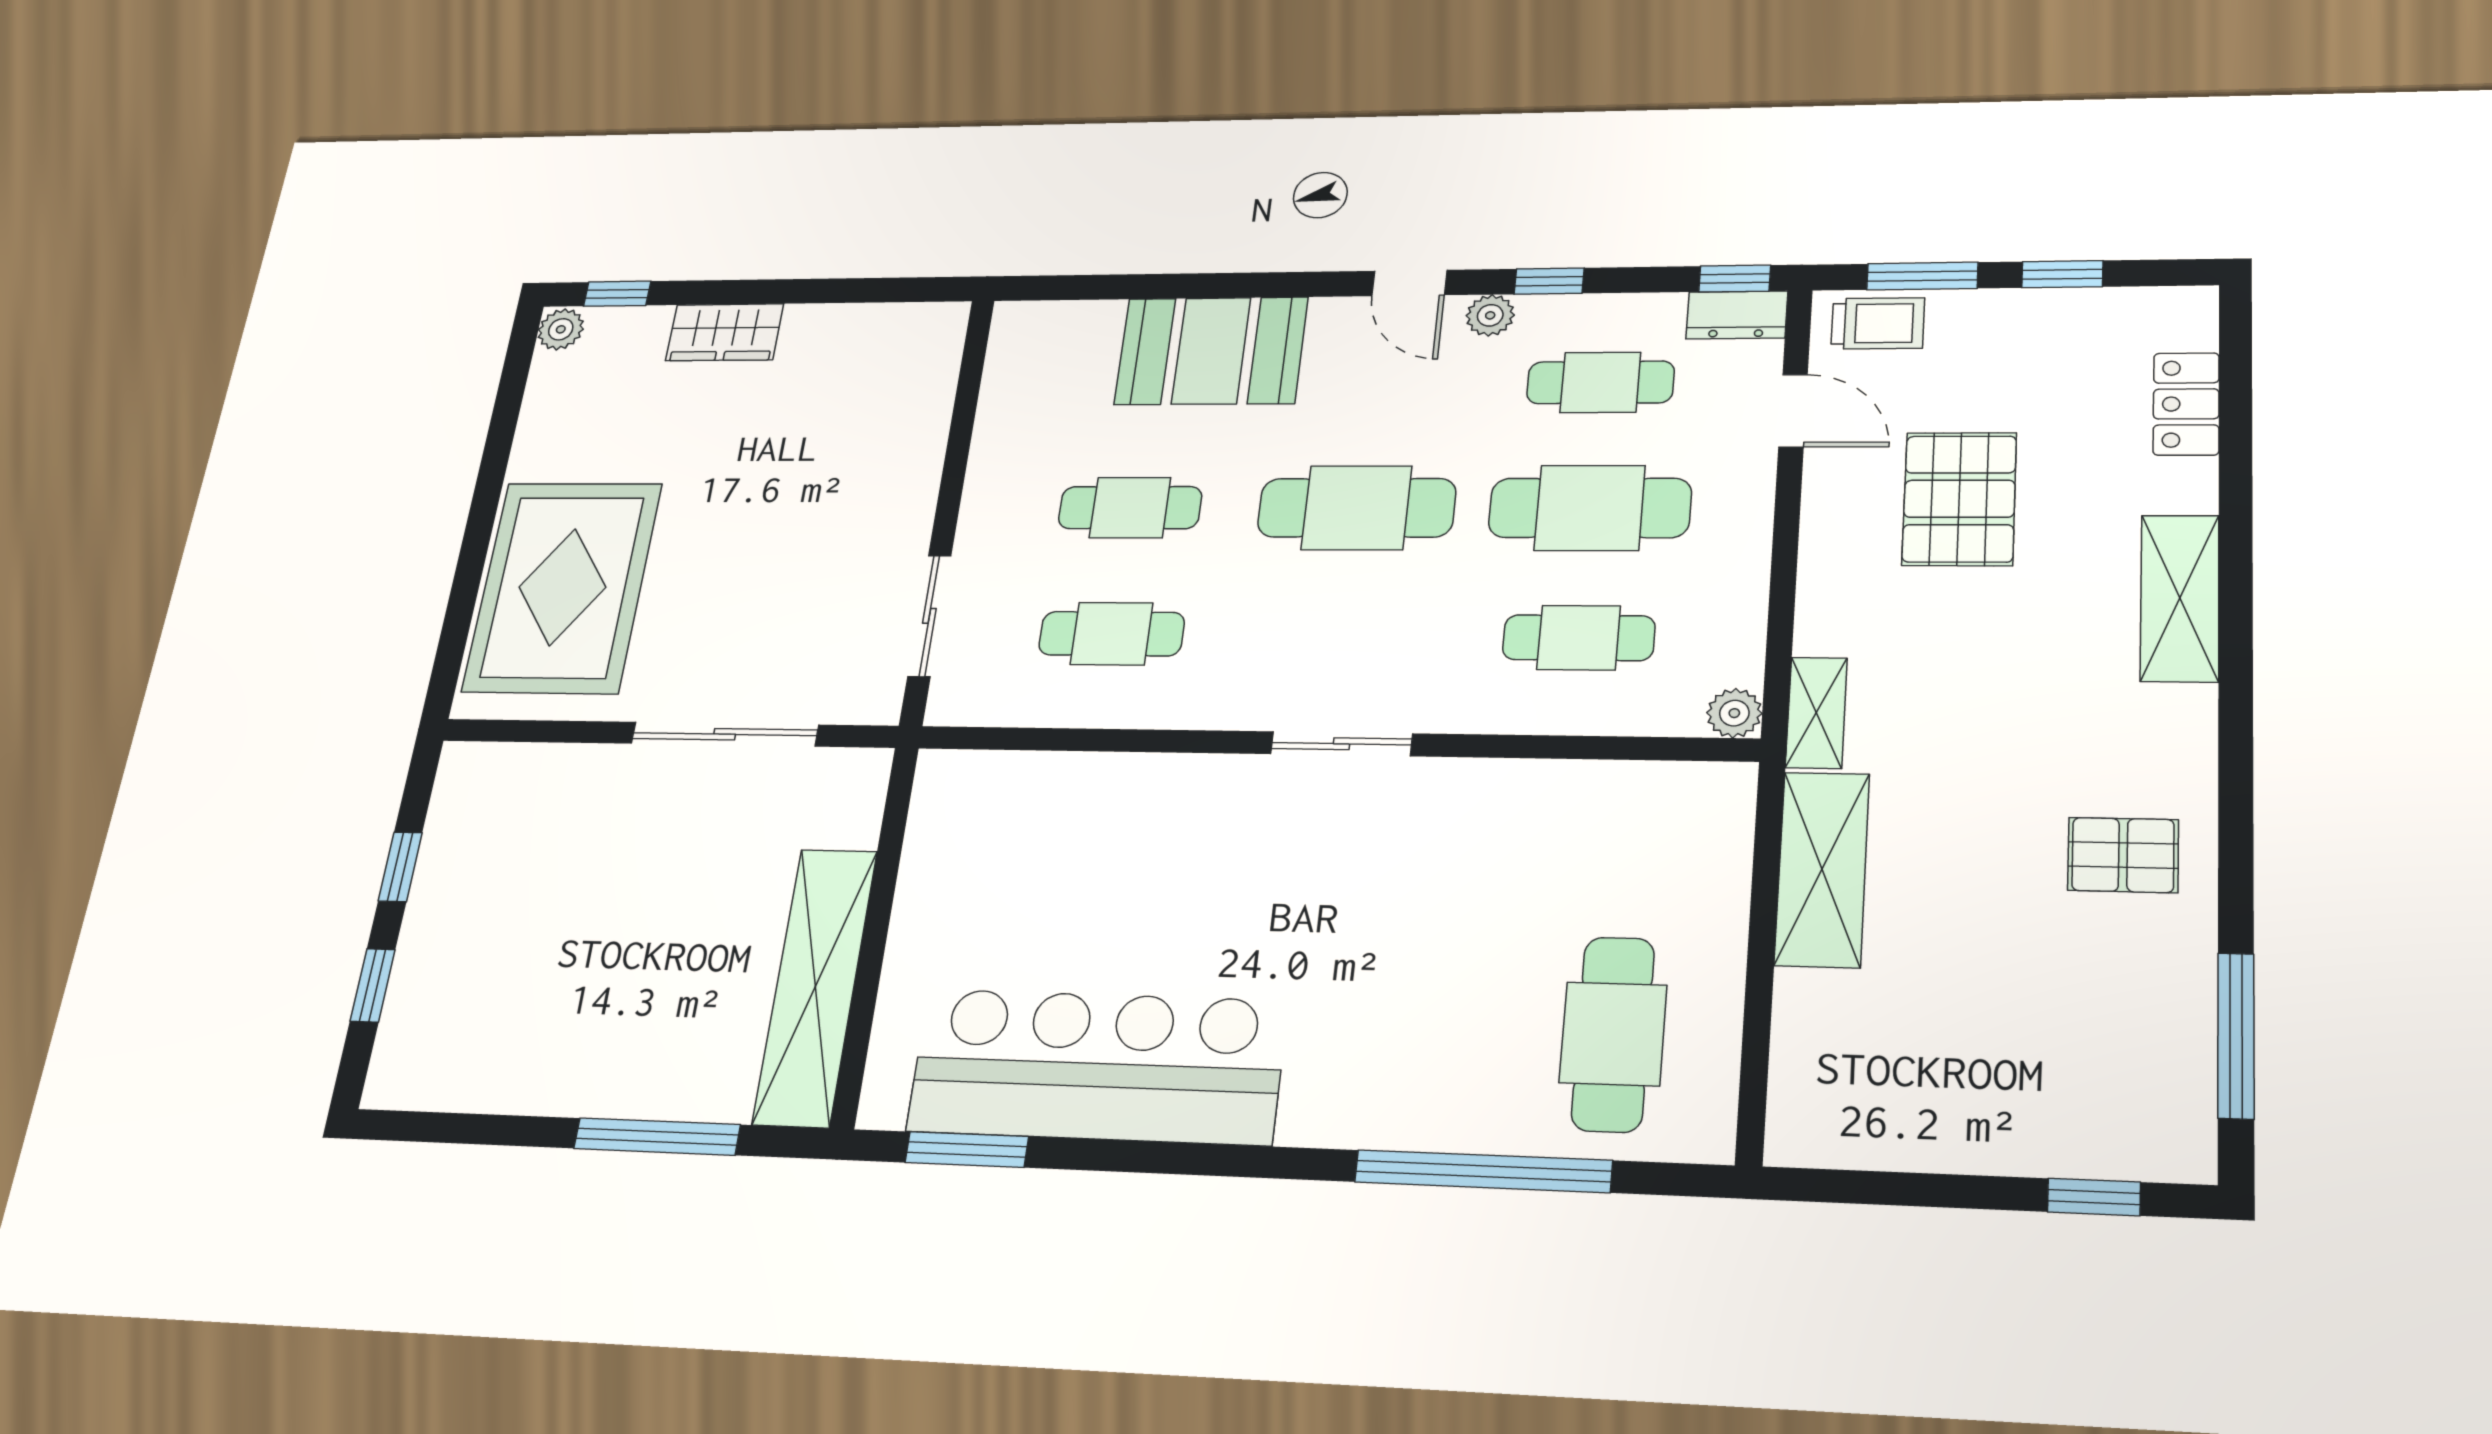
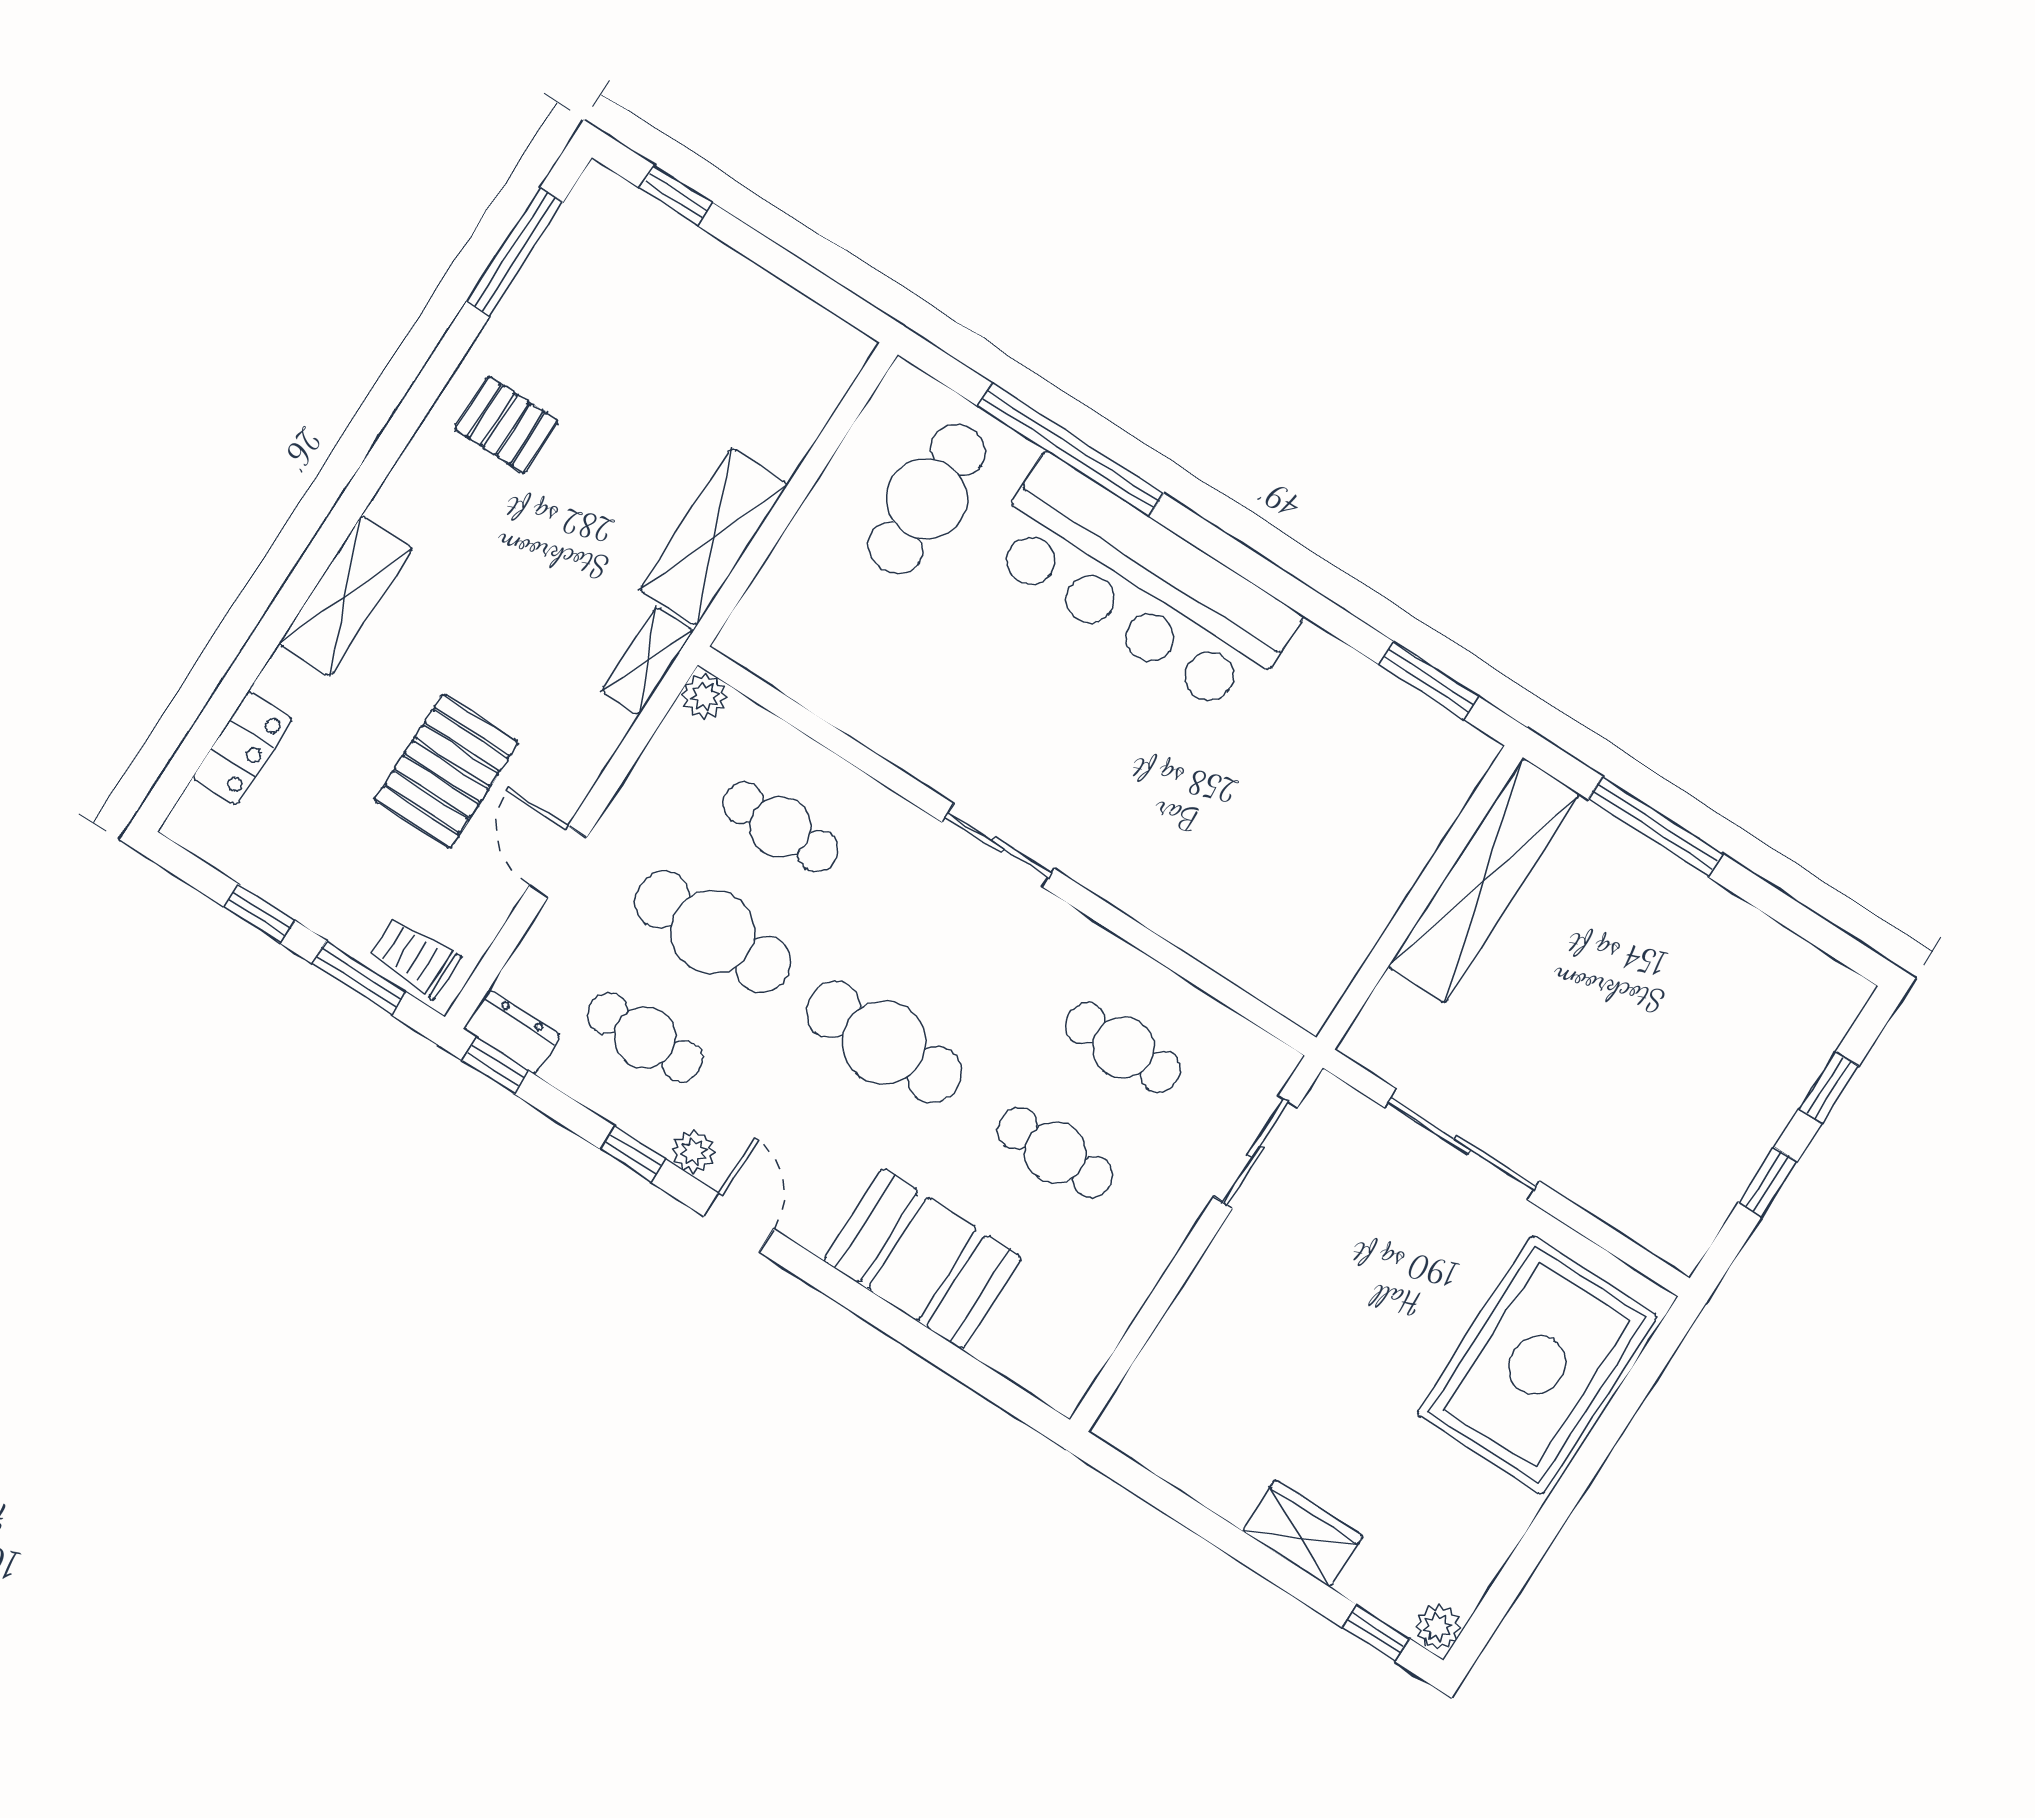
door: (1793, 411) -> (558, 862), moved
bar counter: (1097, 1066) -> (1141, 586), moved

